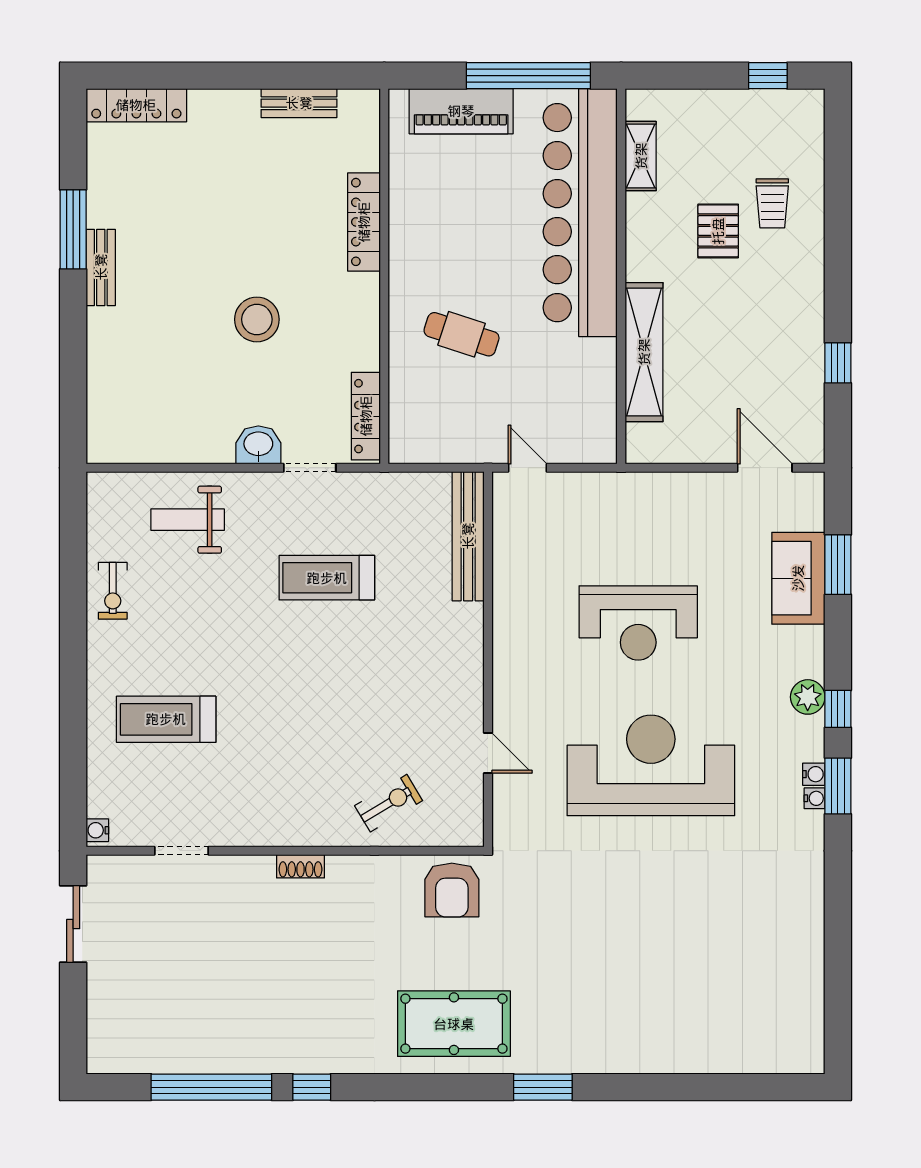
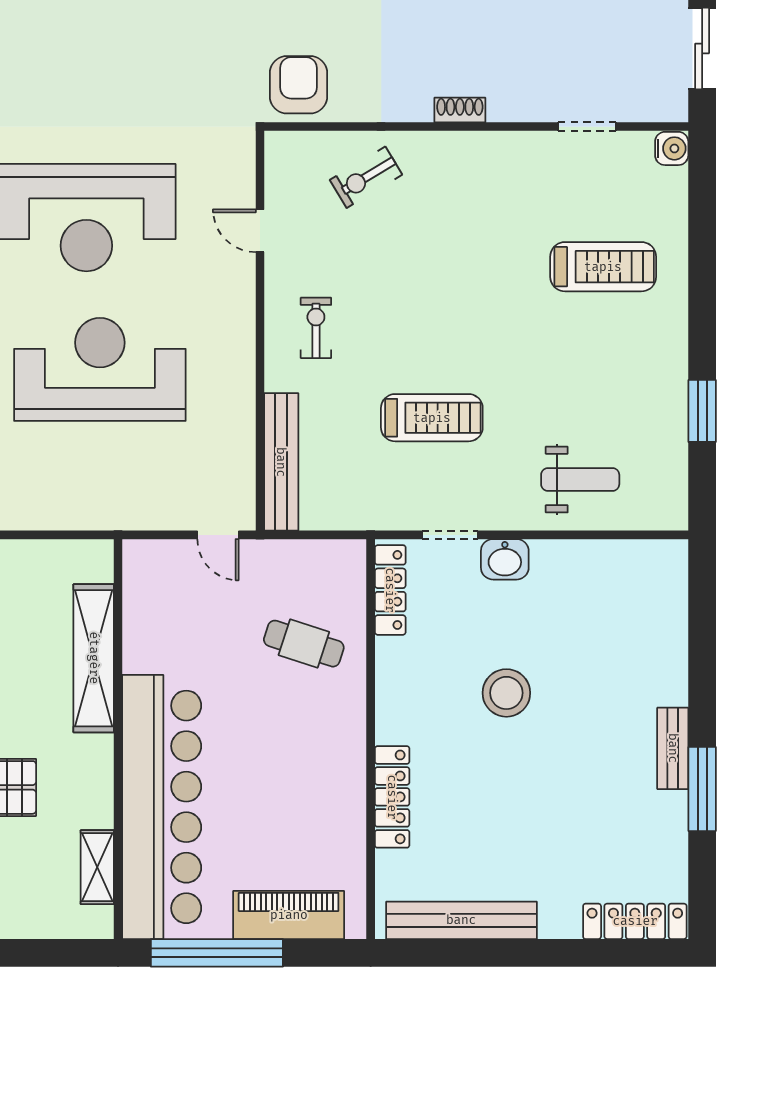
bench: (299, 103) -> (461, 920), width x1.86, depth x1.21
cafe table: (462, 334) -> (304, 644), moved
window: (73, 584) -> (702, 411), added
exercise bike: (113, 591) -> (316, 328), moved
reception desk: (638, 623) -> (100, 369), width x1.36, depth x1.30
water cooler: (97, 830) -> (672, 148), width x1.38, depth x1.38

